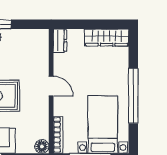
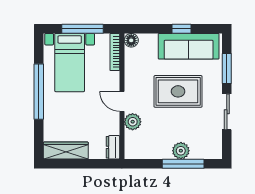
plant: (40, 66) -> (133, 122), added

